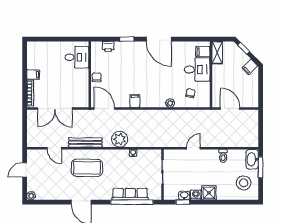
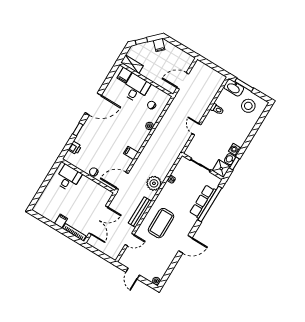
shower: (209, 193) -> (221, 169), moved

